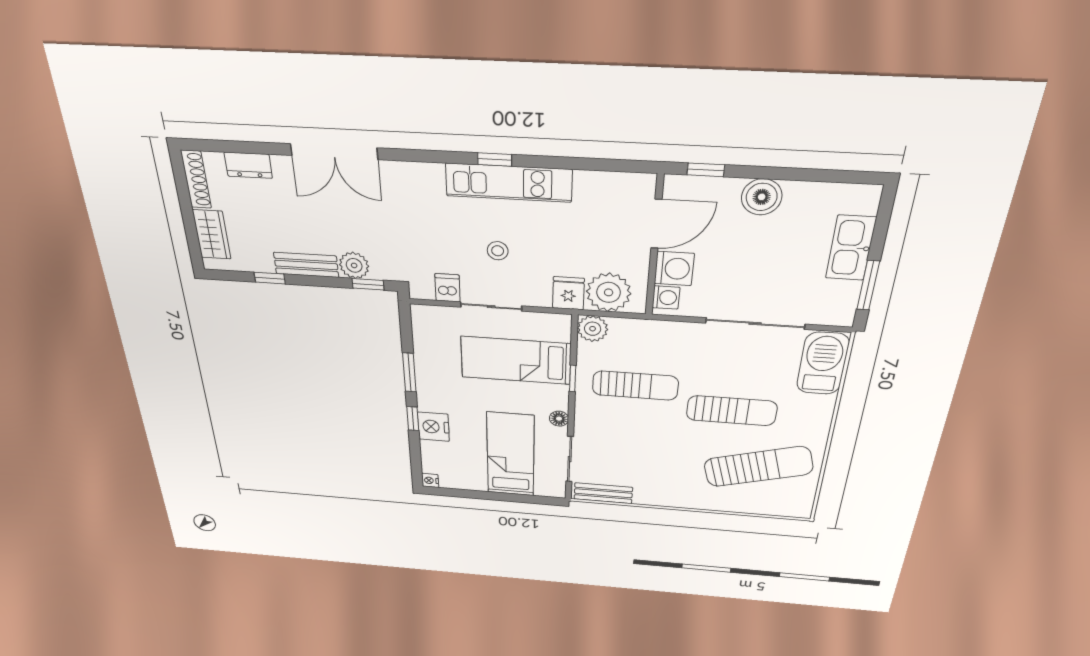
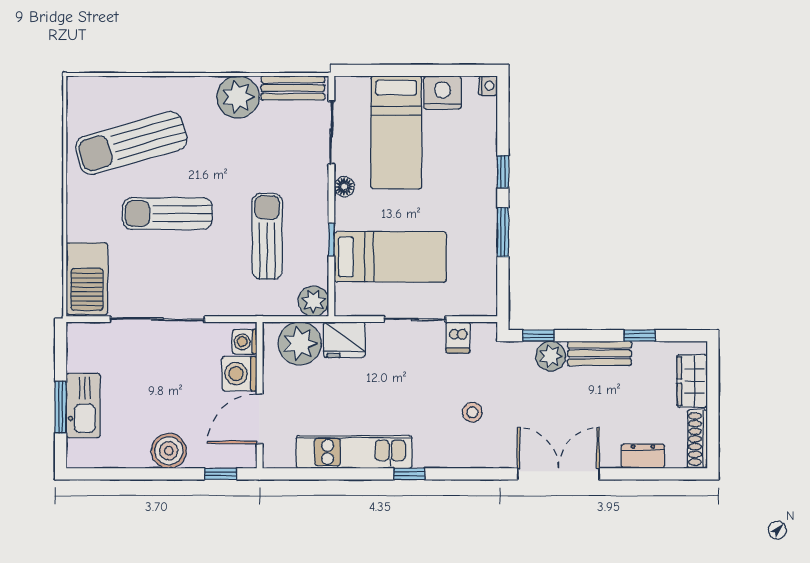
kitchen unit: (509, 183) -> (354, 452), moved
stool: (498, 251) -> (472, 412), moved
window: (868, 285) -> (61, 407), moved
fridge: (568, 293) -> (344, 340), width x1.38
sun lounger: (635, 386) -> (267, 236), turned 90
nightstand: (433, 427) -> (443, 93), moved, turned -90
plant: (654, 491) -> (238, 97), added

